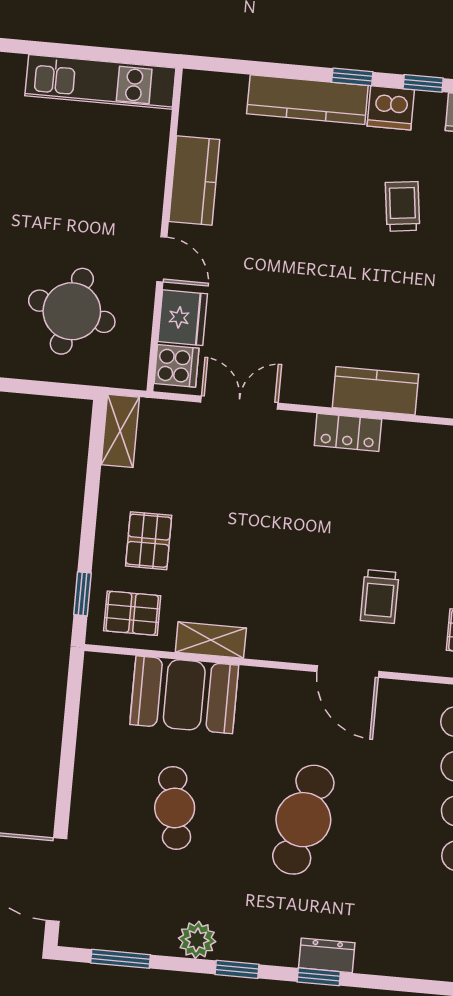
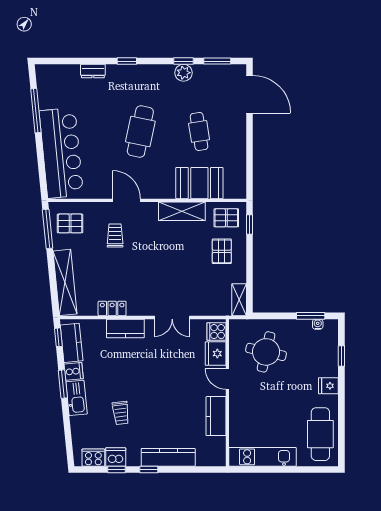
dishwasher: (391, 108) -> (116, 457), moved
double door: (239, 403) -> (172, 317), moved
locker: (348, 432) -> (112, 308), moved
shelving: (211, 640) -> (182, 211), width x1.50, depth x1.33
dresser: (327, 955) -> (93, 71), moved
window: (237, 969) -> (184, 61), moved

